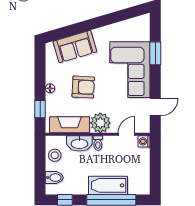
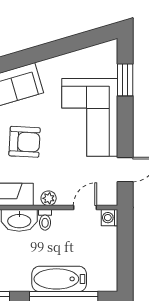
window: (155, 53) -> (125, 80), moved
plant: (100, 123) -> (49, 198), width x0.53, depth x0.53

